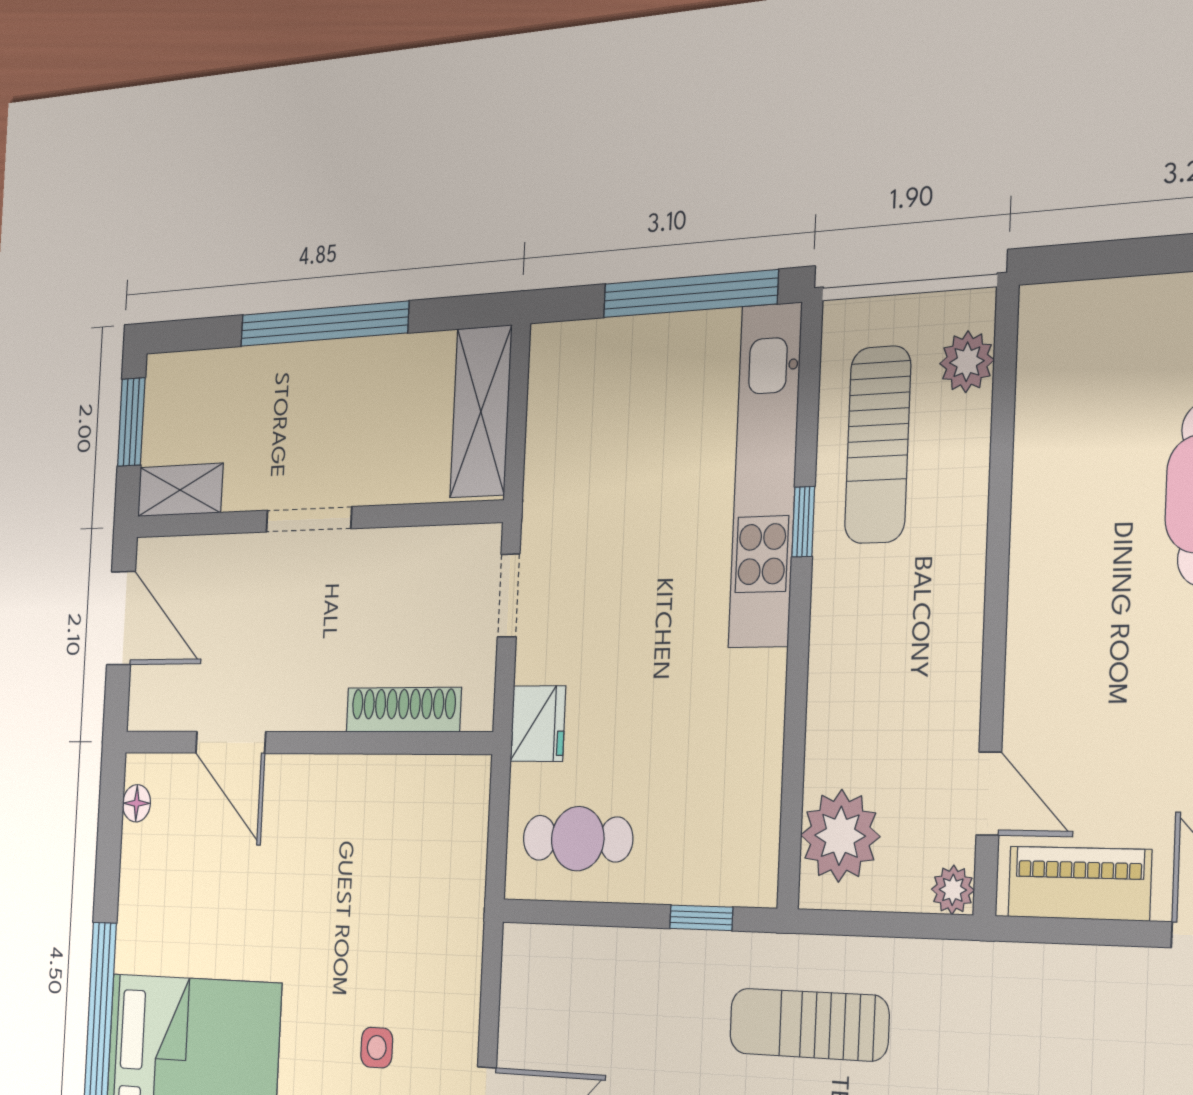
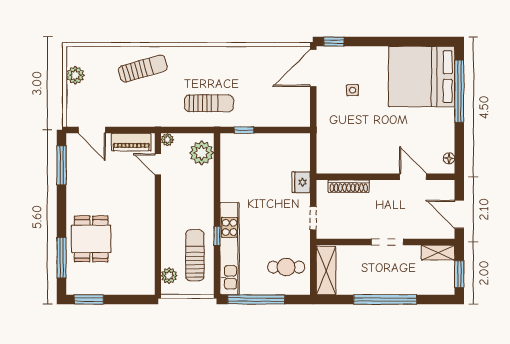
cafe table: (578, 839) -> (286, 267), moved

